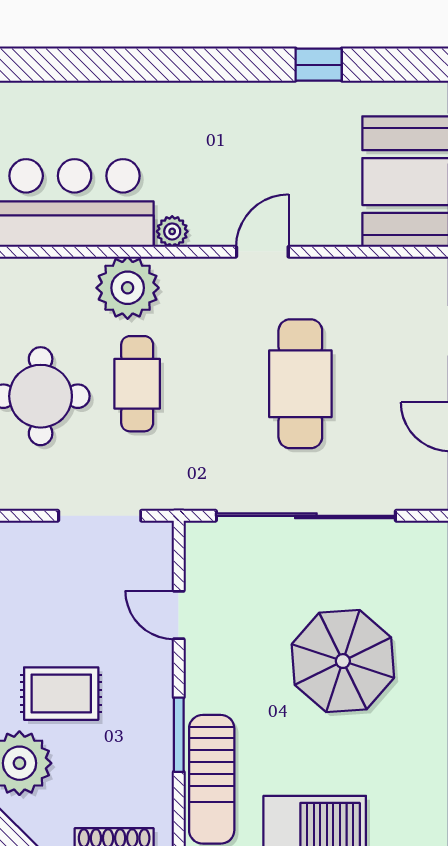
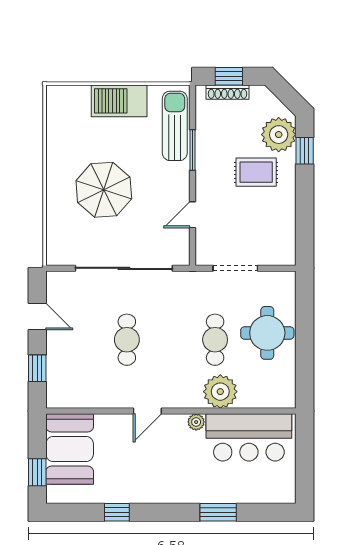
window: (131, 65) -> (218, 512), added
cafe table: (300, 384) -> (127, 340), width x0.73, depth x0.74
door: (179, 615) -> (193, 215), swing flipped

